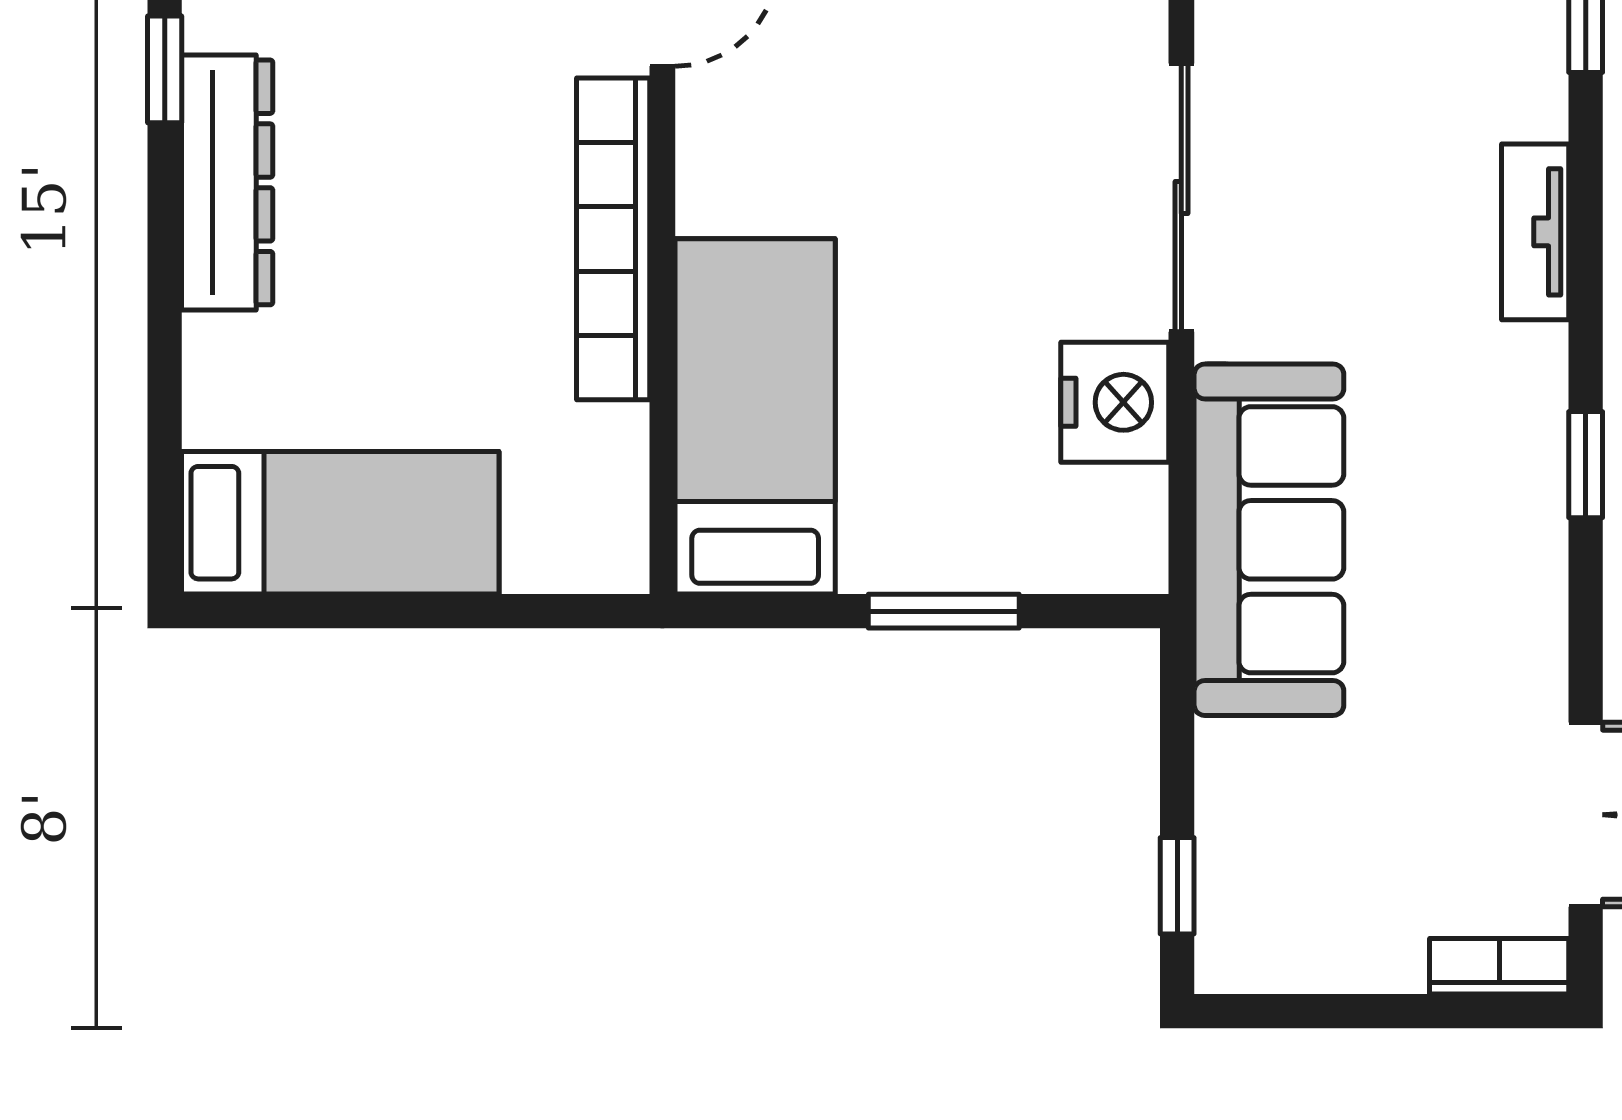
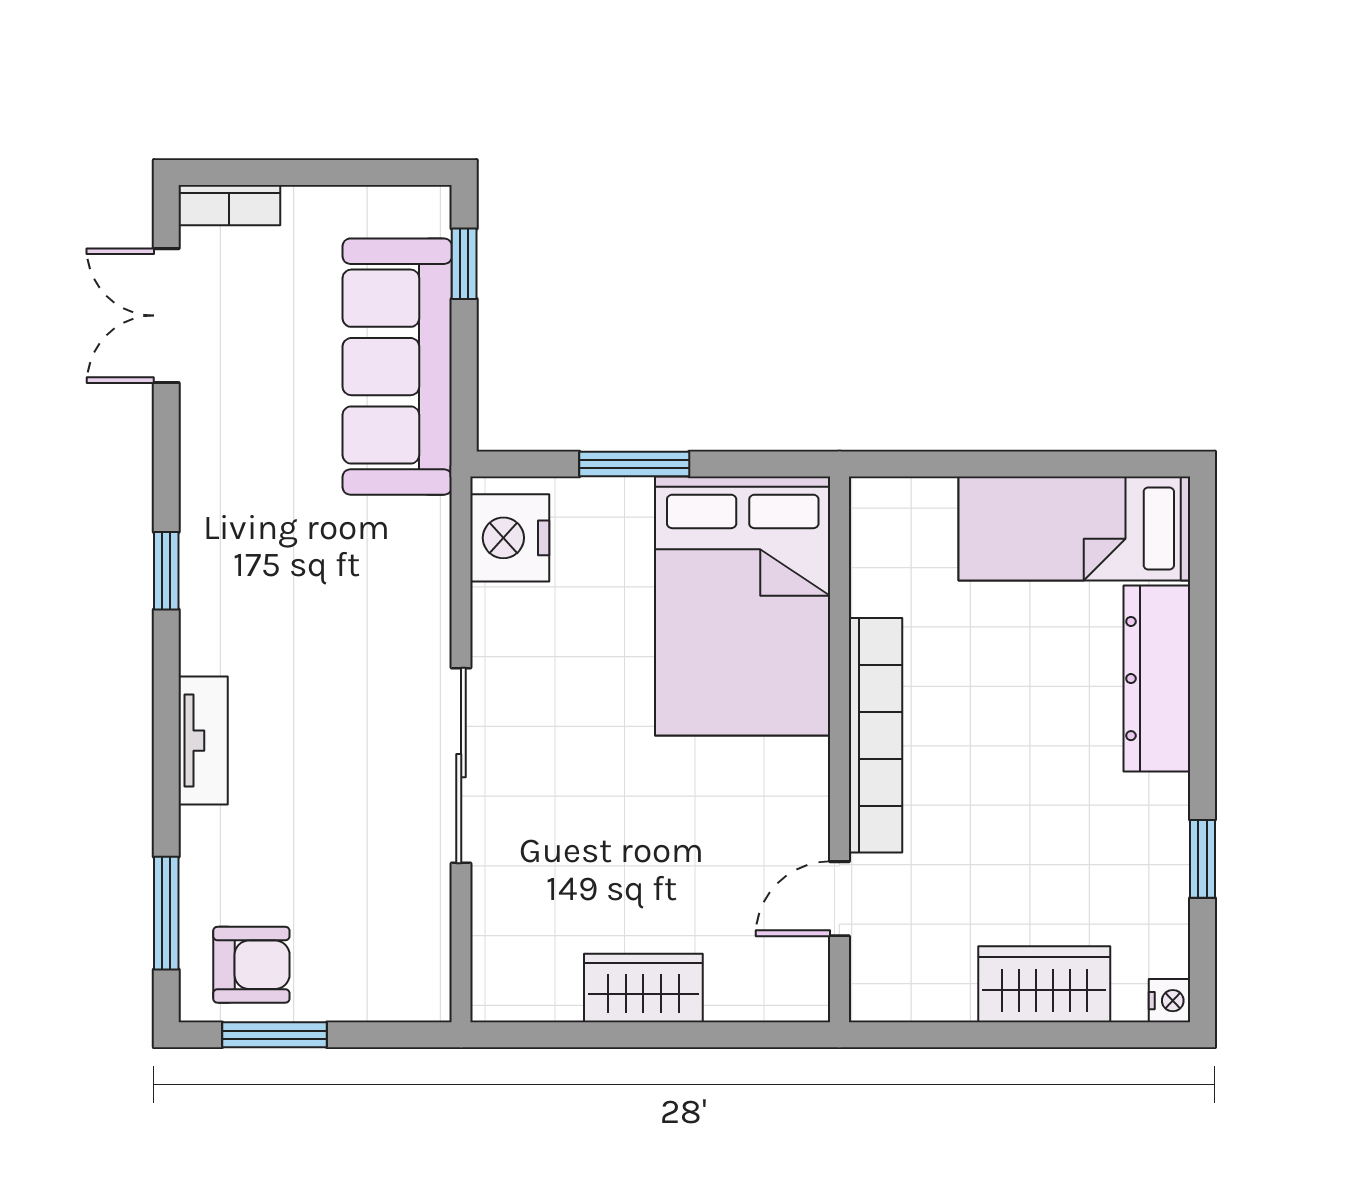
dresser: (227, 182) -> (1157, 679), moved
nightstand: (1115, 402) -> (510, 538), moved
bed: (755, 416) -> (743, 606), width x1.50
sofa: (1269, 540) -> (397, 367), moved

